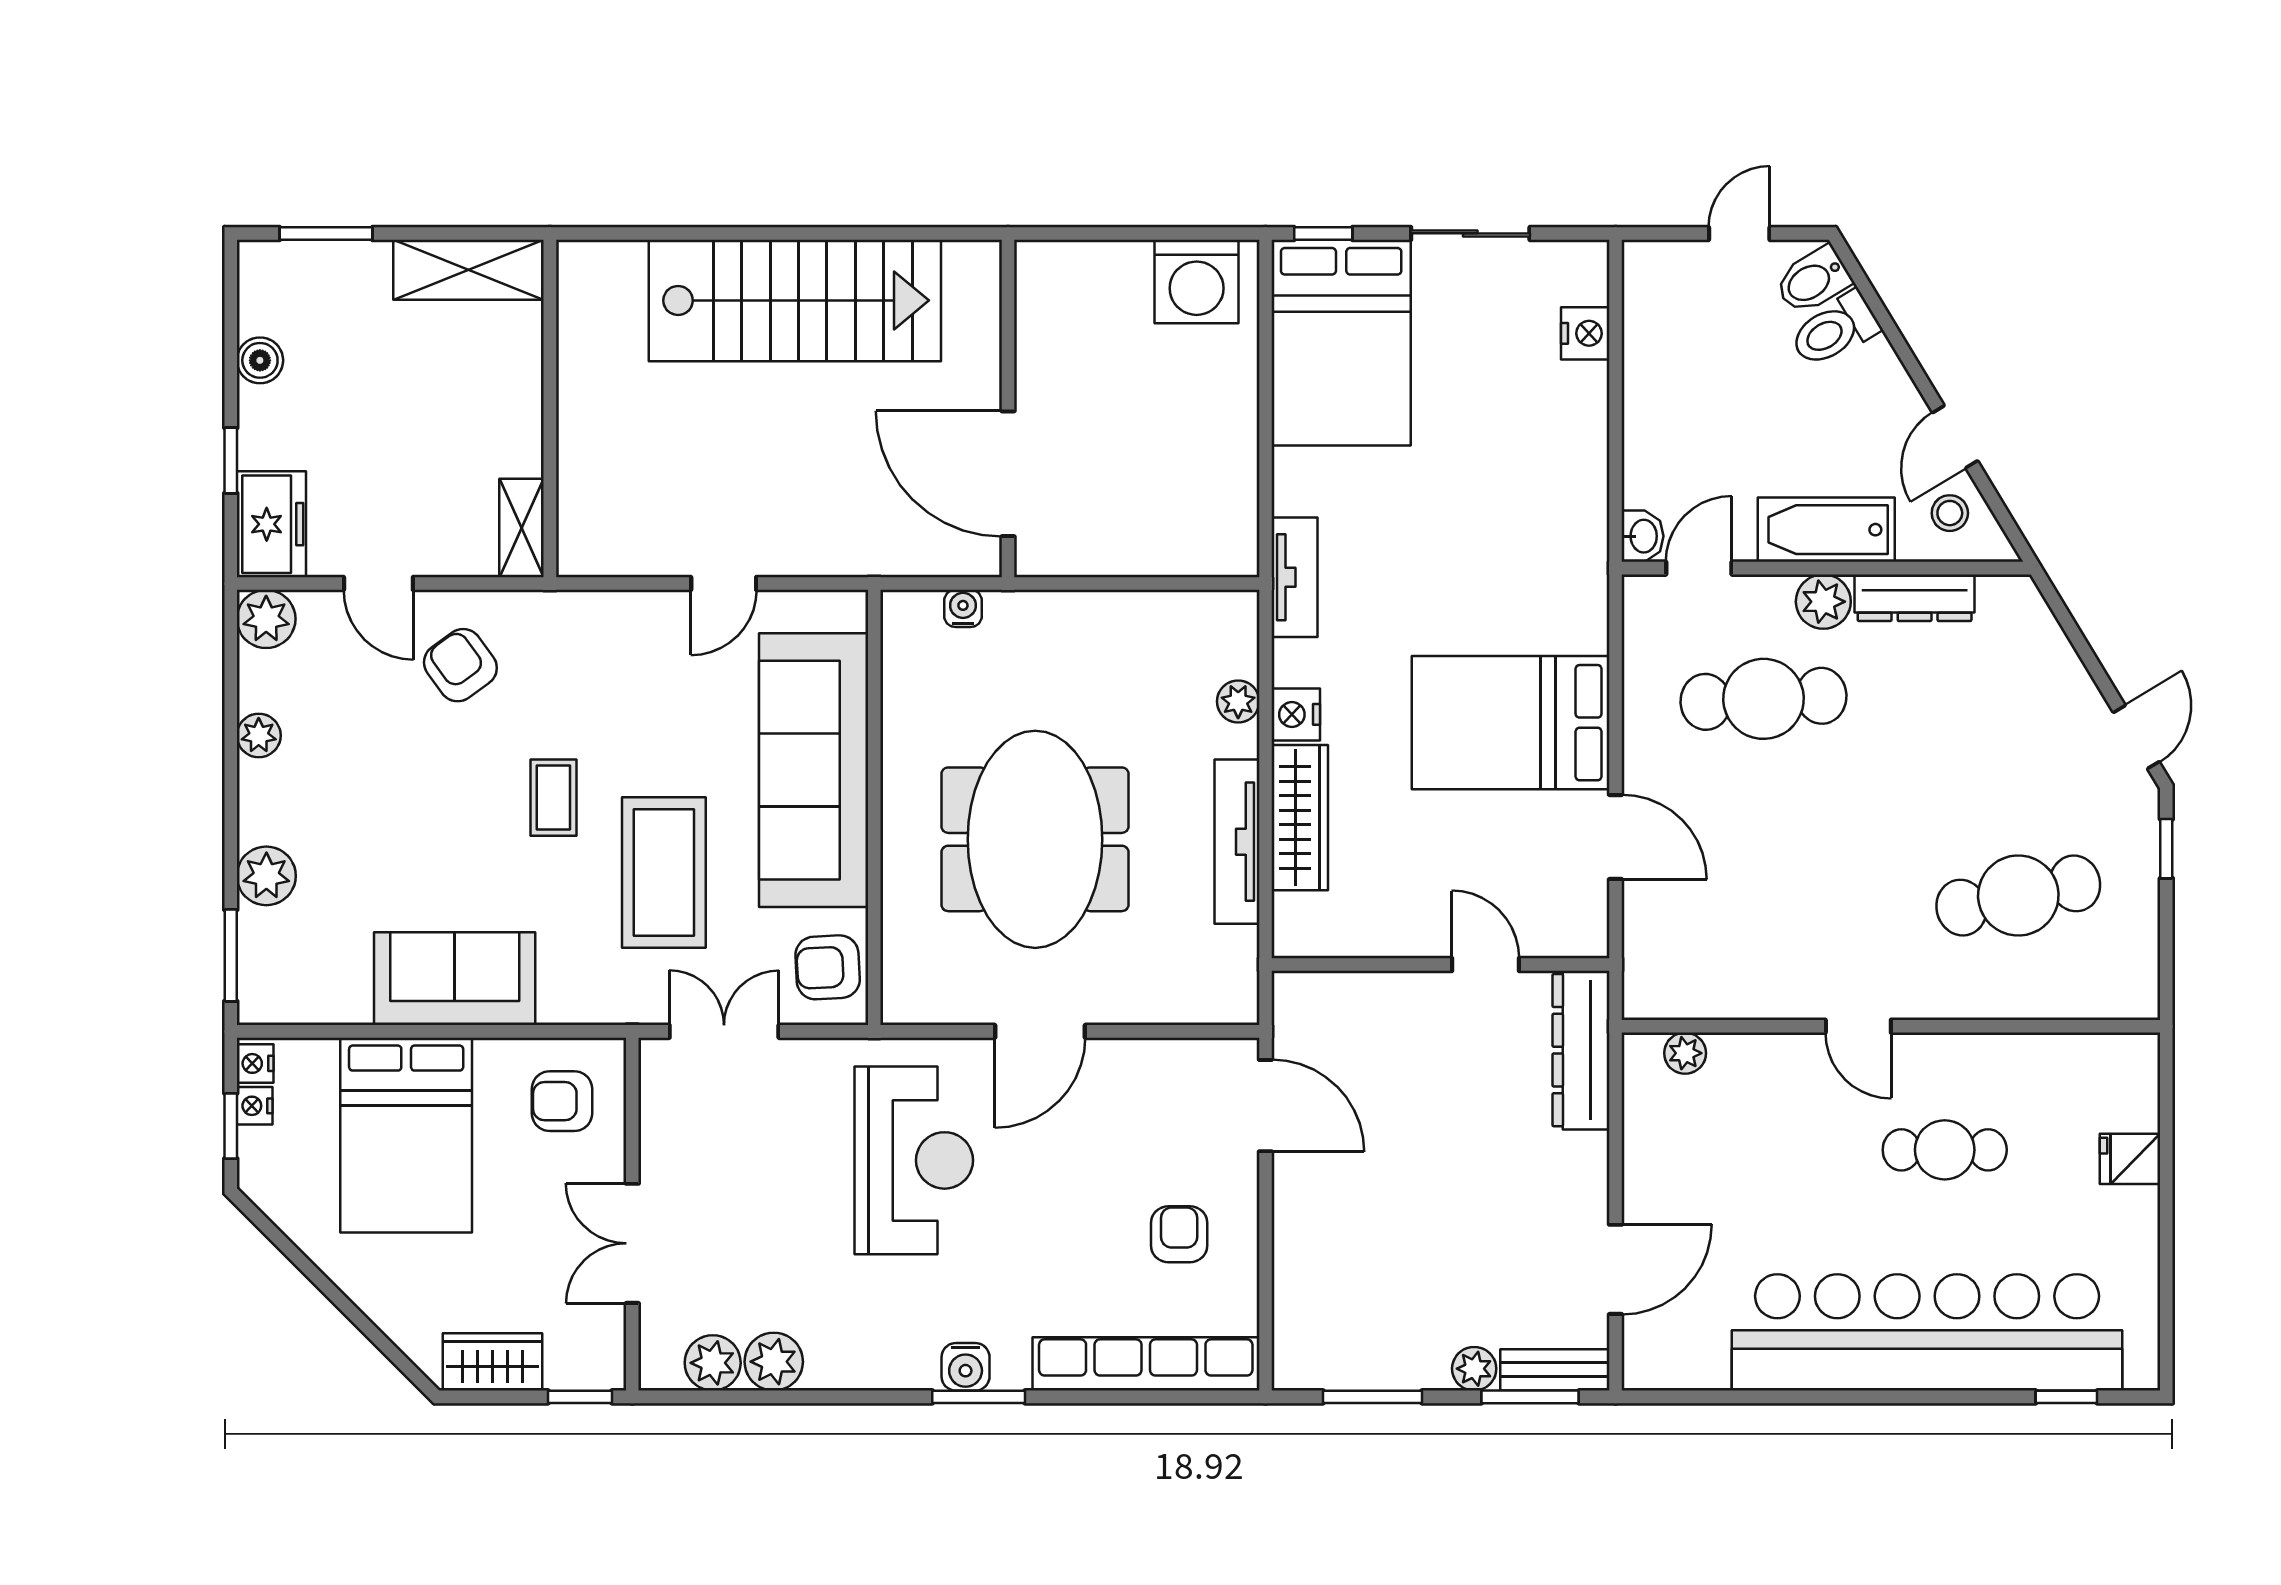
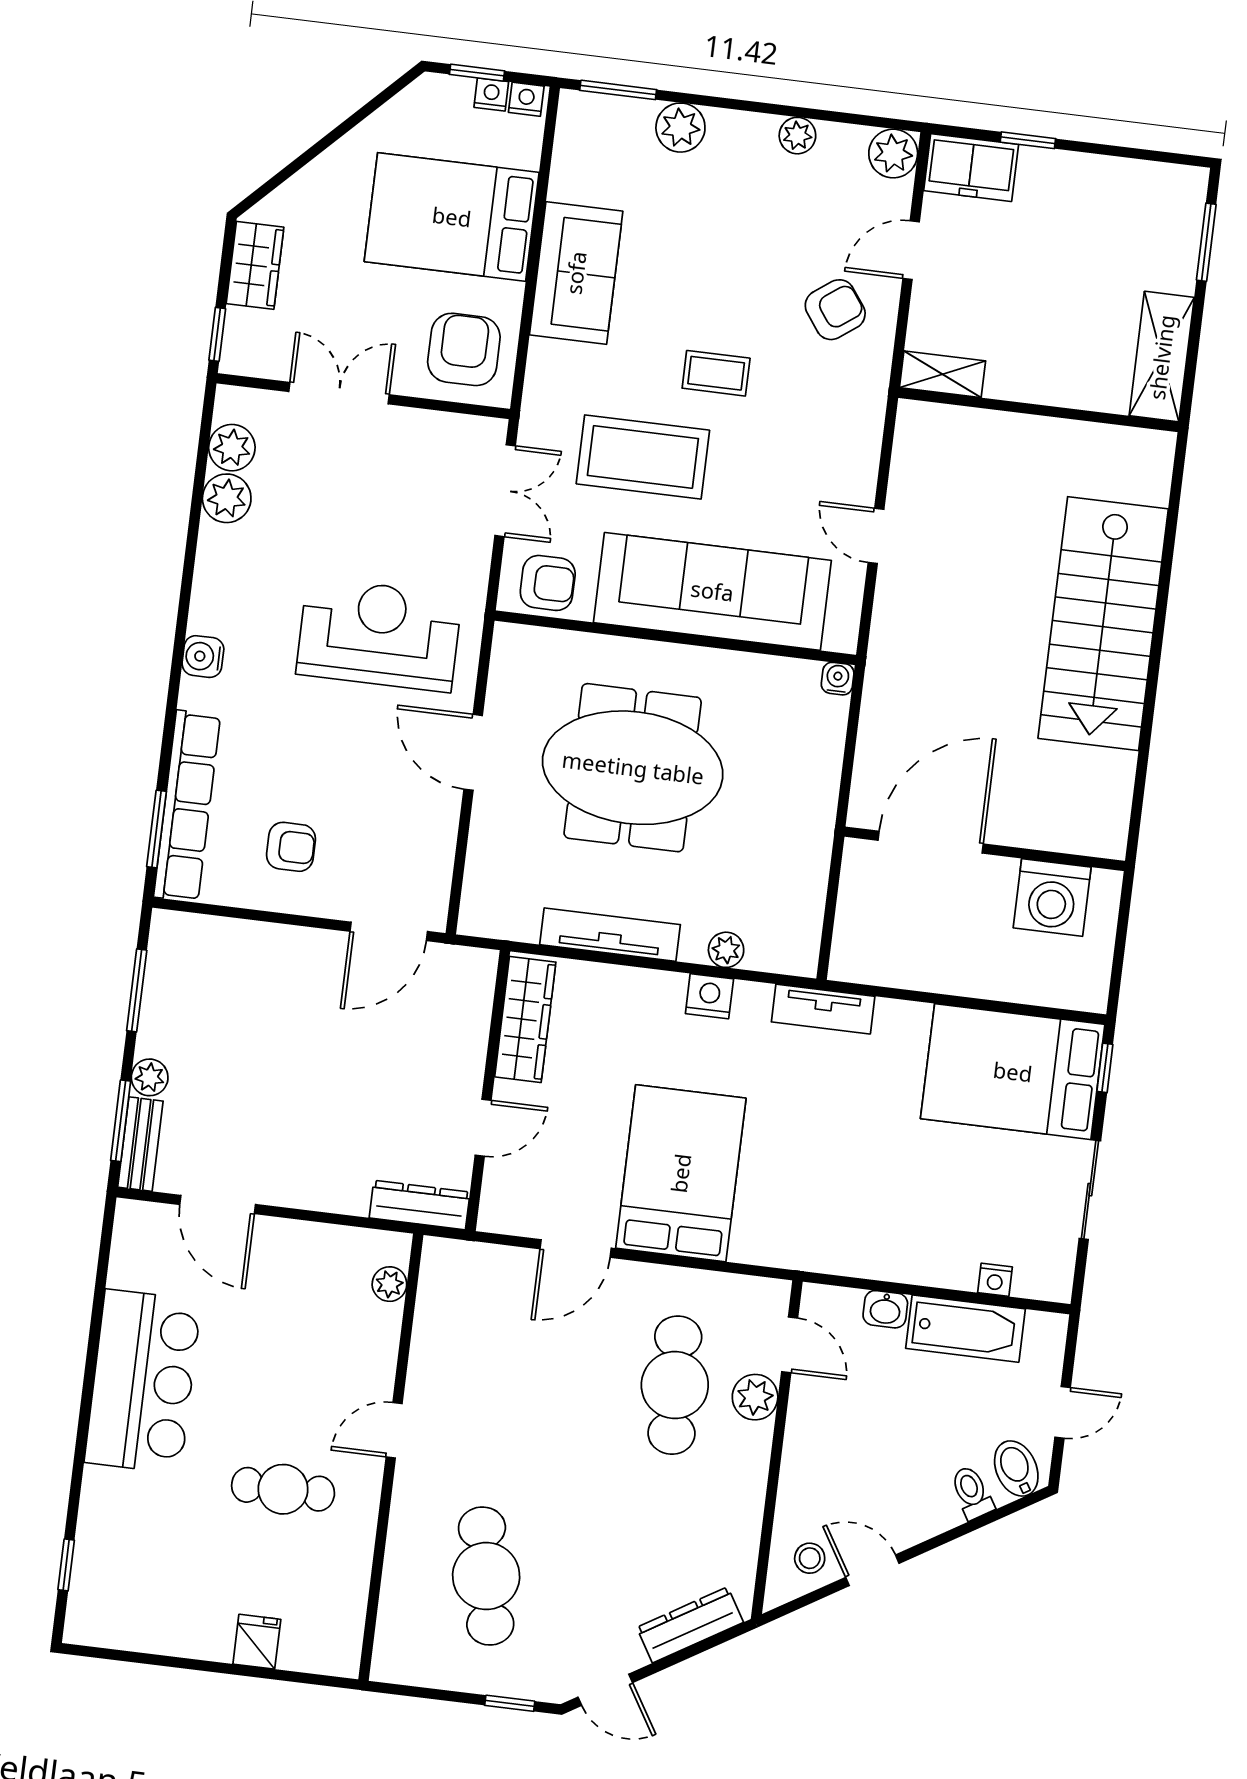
door: (1739, 233) -> (1063, 1412), hinge flipped
washing machine: (1197, 282) -> (1052, 897), moved, turned -90
toilet: (1834, 330) -> (972, 1493), width x0.73, depth x0.72
nightstand: (1585, 333) -> (995, 1280), width x0.72, depth x0.74
boiler: (260, 360) -> (1108, 175), removed
wall: (1008, 409) -> (985, 849), moved
door: (1008, 474) -> (931, 842), moved
bathtub: (1826, 530) -> (965, 1329), moved, turned 90
washbasin: (1642, 536) -> (885, 1309), moved
dresser: (1915, 598) -> (690, 1625), moved, turned 59
plant: (1823, 602) -> (755, 1397), moved
water cooler: (963, 608) -> (838, 679), moved, turned -90
wardrobe: (1300, 818) -> (525, 1019), moved, turned -90
armchair: (828, 967) -> (548, 583), turned 93
dresser: (1581, 1050) -> (420, 1205), width x0.73, depth x0.80
armchair: (562, 1101) -> (464, 349), width x1.38, depth x1.38
cafe table: (1945, 1150) -> (283, 1489), turned 90
reception desk: (914, 1160) -> (379, 635), turned 180
bar counter: (1927, 1332) -> (143, 1381), width x0.54
window: (979, 1397) -> (156, 829), moved

